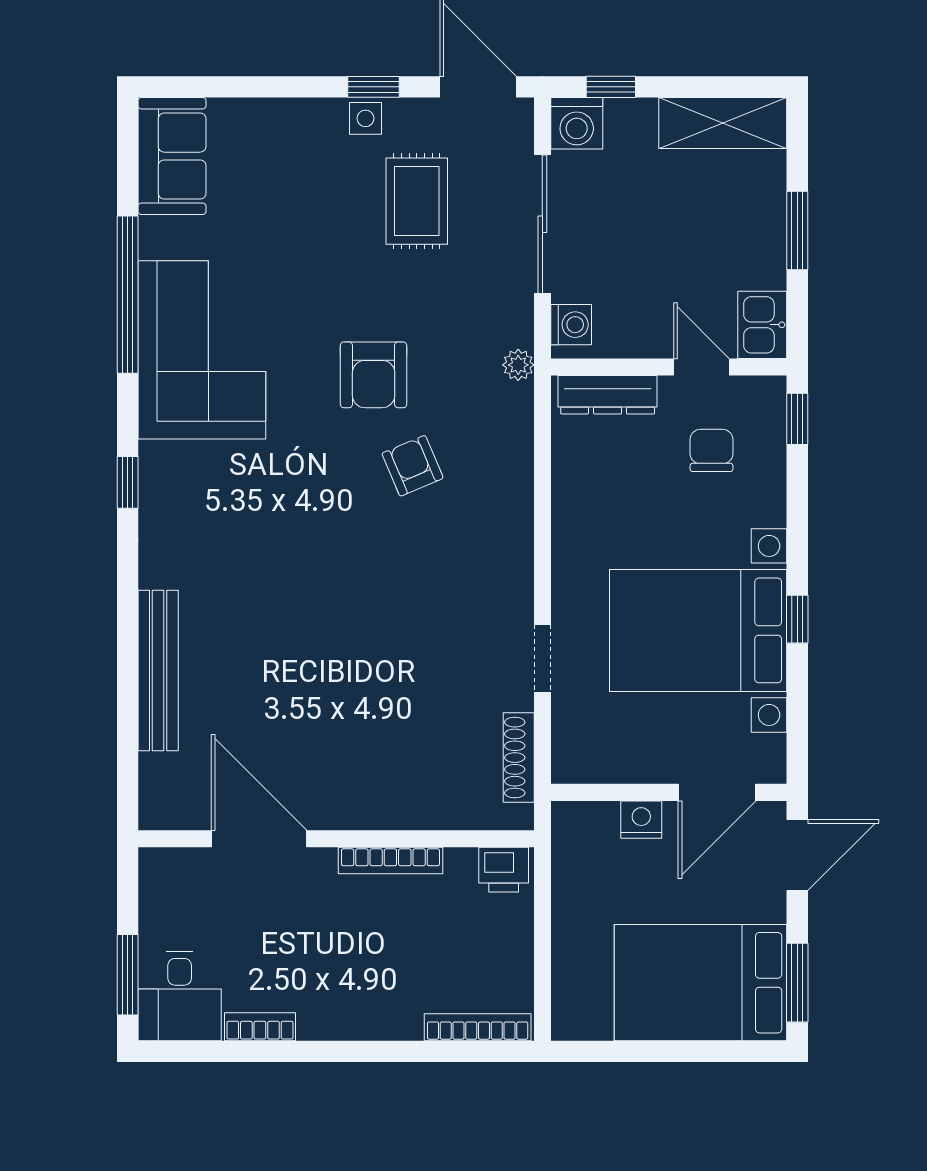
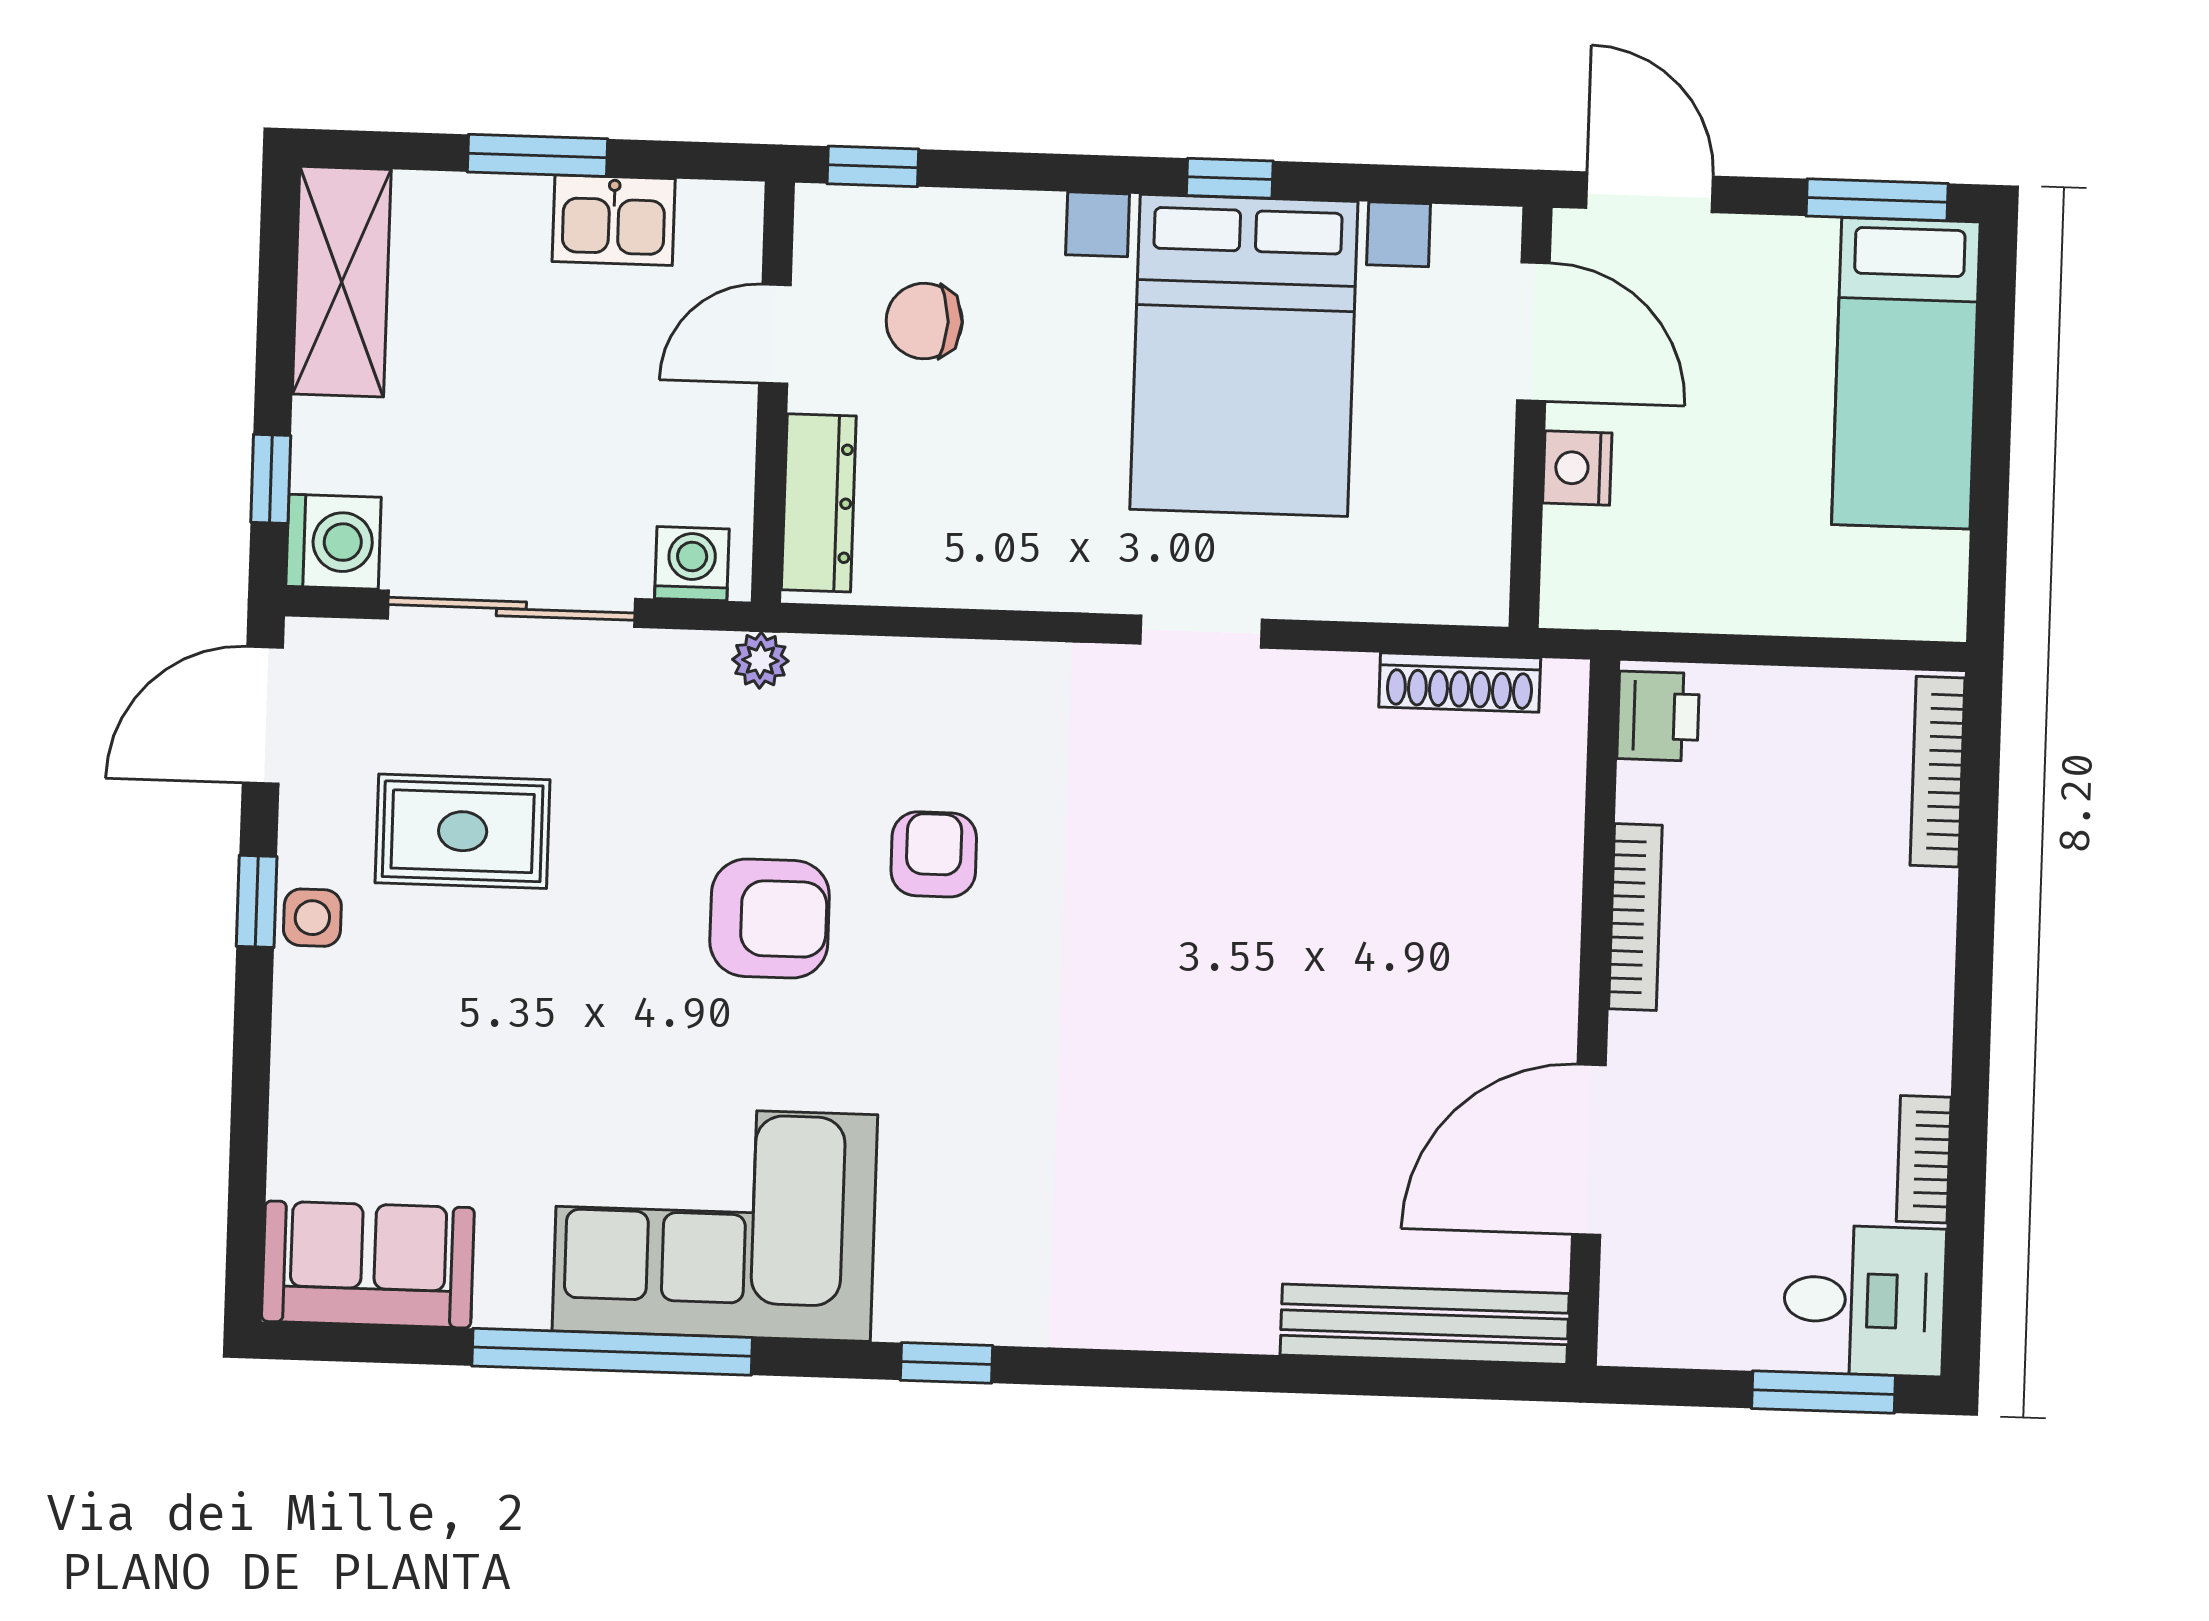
kitchen sink: (762, 325) -> (614, 220), moved
armchair: (413, 466) -> (934, 854), turned 113
doorway: (542, 658) -> (1201, 632), moved
bench: (158, 671) -> (1425, 1324), moved
bed: (701, 983) -> (1906, 373), width x0.67

